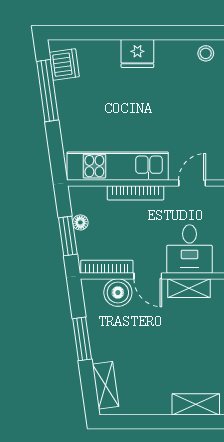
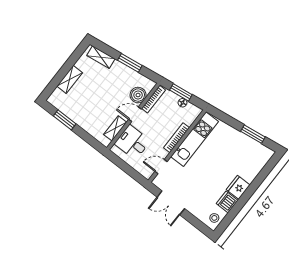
dishwasher: (64, 64) -> (227, 202), moved, turned 98
window: (48, 91) -> (253, 134), width x0.69
door: (192, 183) -> (161, 167), swing flipped
shelving: (196, 404) -> (70, 79), moved

